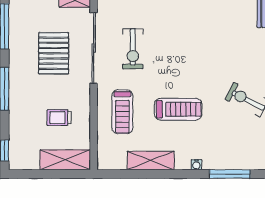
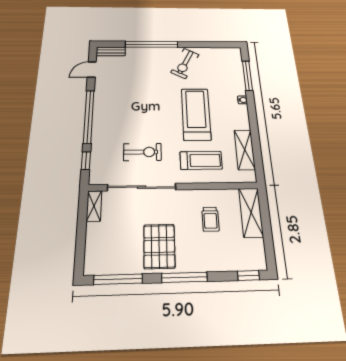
pallet: (54, 53) -> (159, 246), moved, turned 90
treadmill: (178, 109) -> (196, 114), width x1.37, depth x1.38
shelving: (151, 161) -> (245, 150), moved

